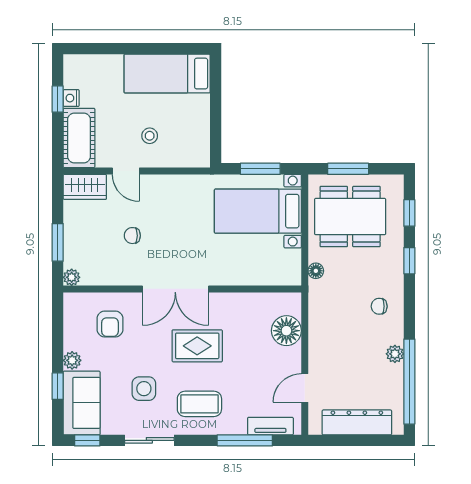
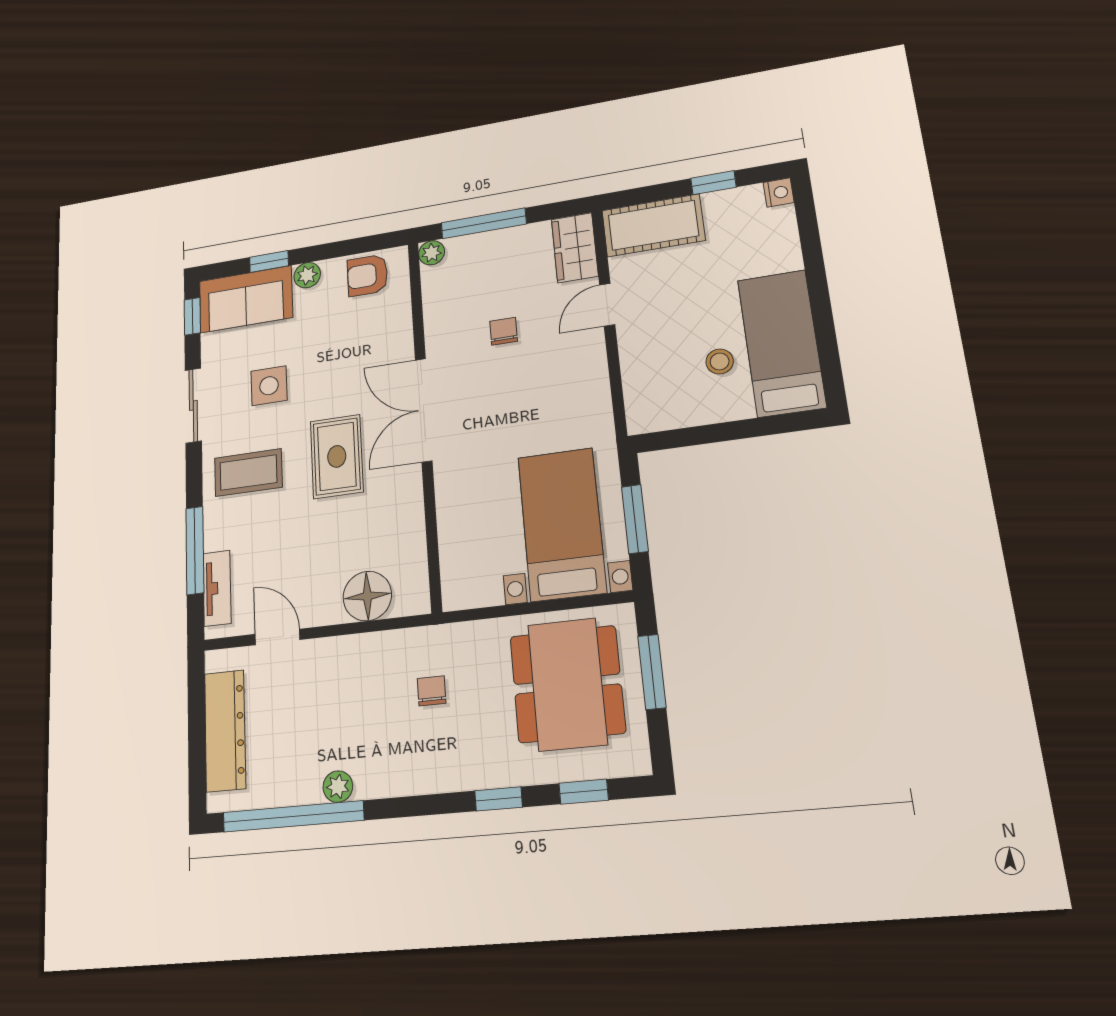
nightstand: (71, 98) -> (779, 192), moved, turned 90
stool: (150, 136) -> (720, 361), moved
window: (58, 242) -> (484, 223), width x1.44
floor lamp: (316, 271) -> (469, 634), removed
chair: (379, 306) -> (432, 691), moved
armchair: (110, 324) -> (367, 275), moved
coffee table: (199, 404) -> (248, 473), turned 90

